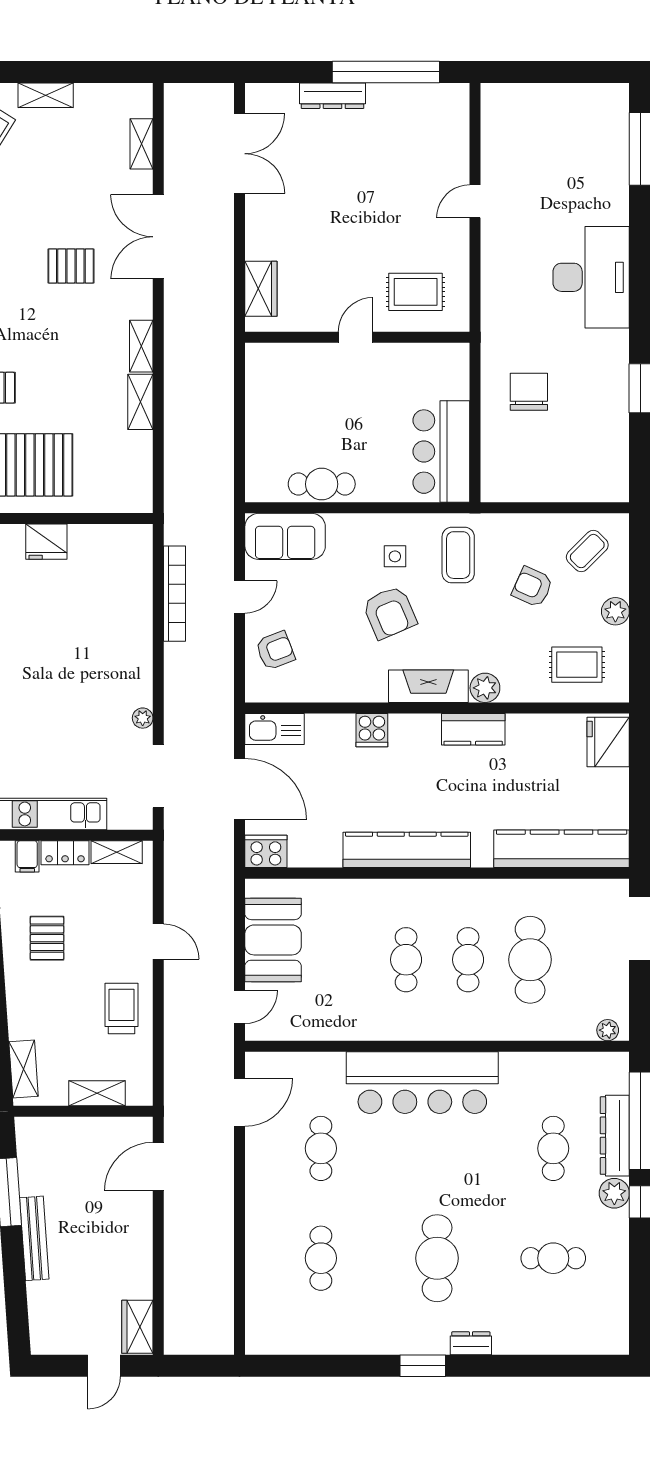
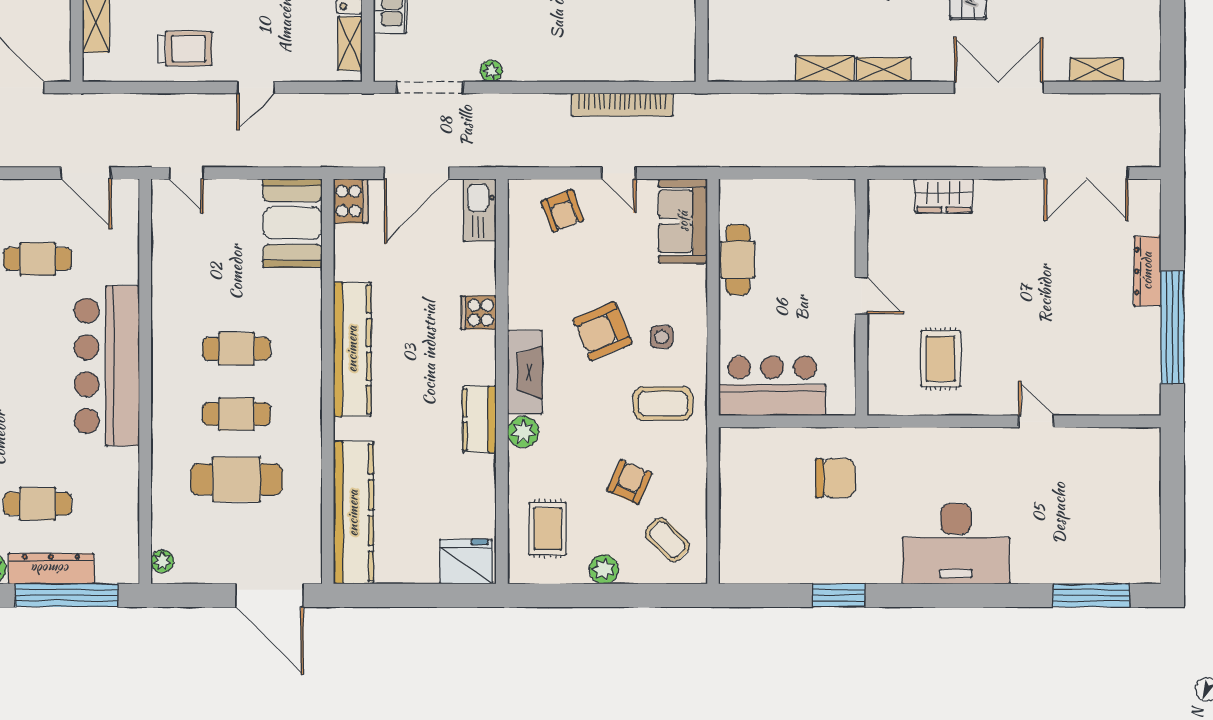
door: (356, 337) -> (861, 296), moved
wall: (357, 337) -> (861, 297), moved
booth: (273, 940) -> (292, 223), moved, turned 90

